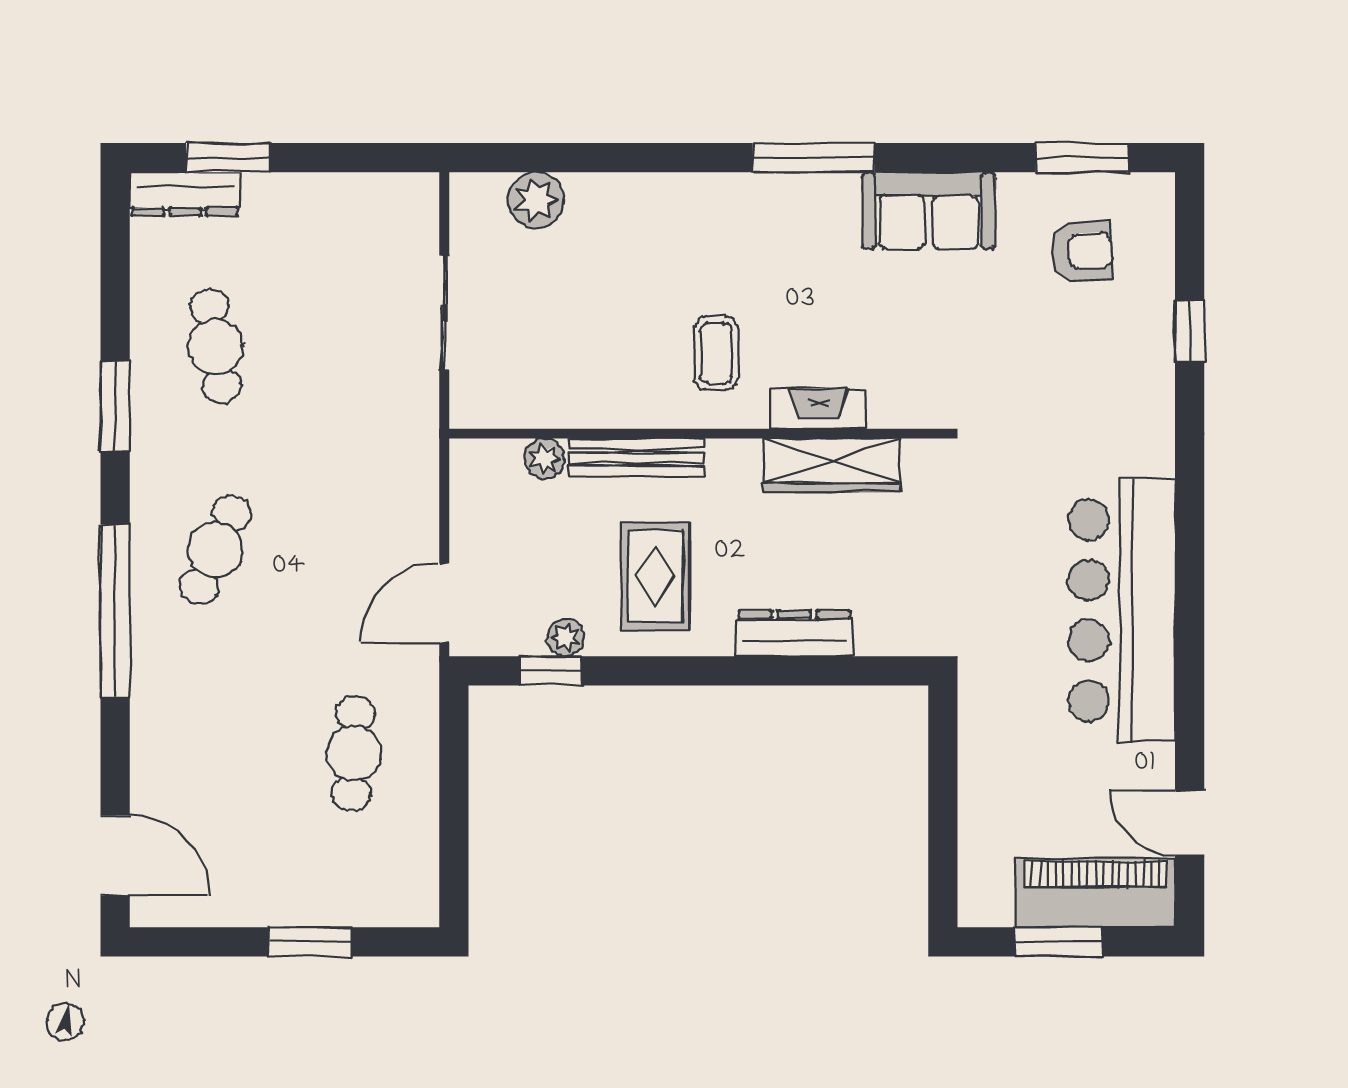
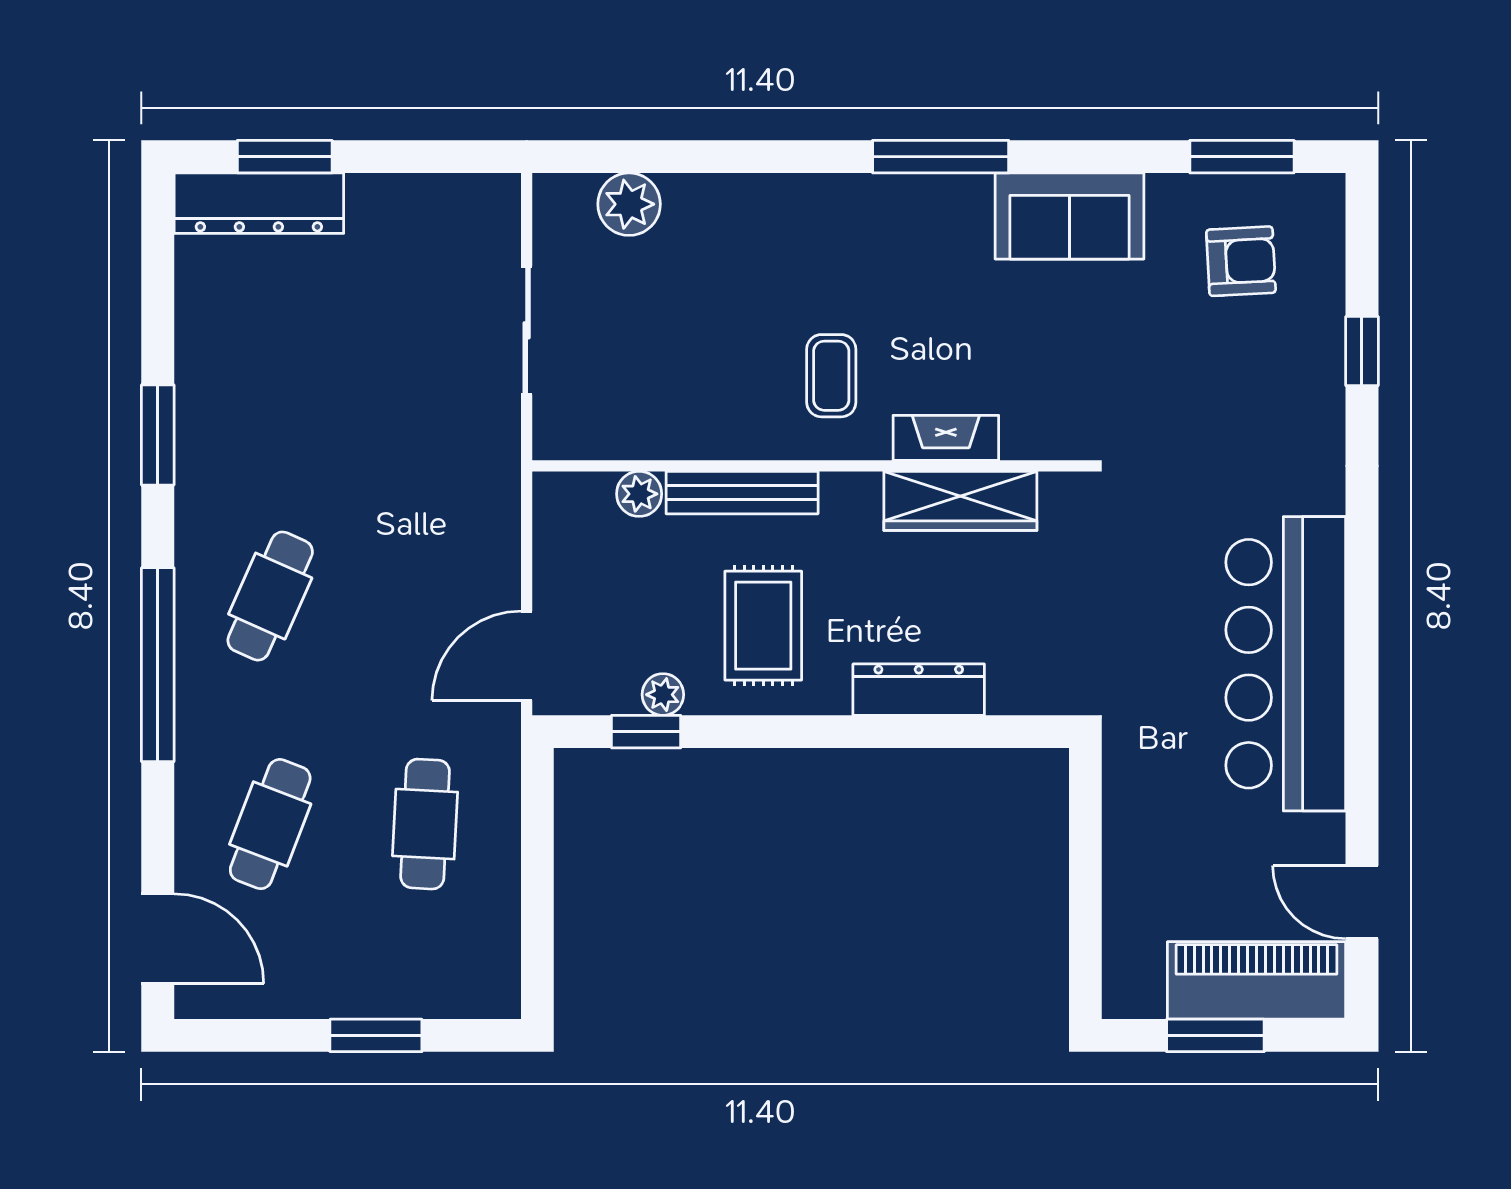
dresser: (185, 194) -> (259, 203), width x1.37, depth x1.24
cafe table: (215, 346) -> (270, 824), moved, turned 30

